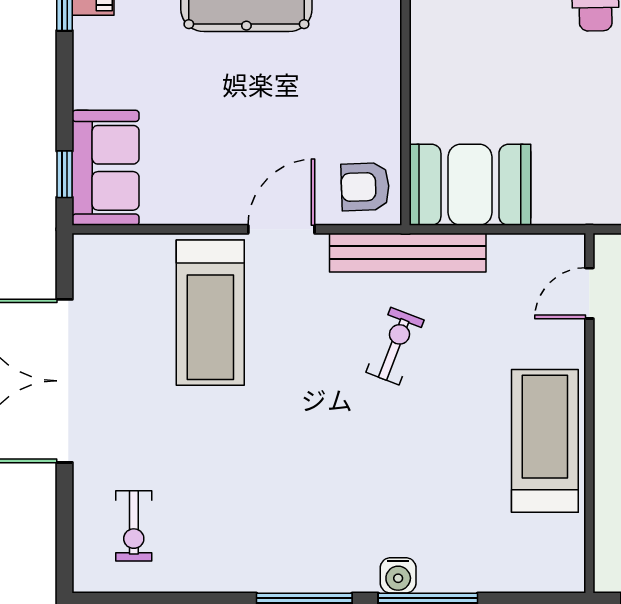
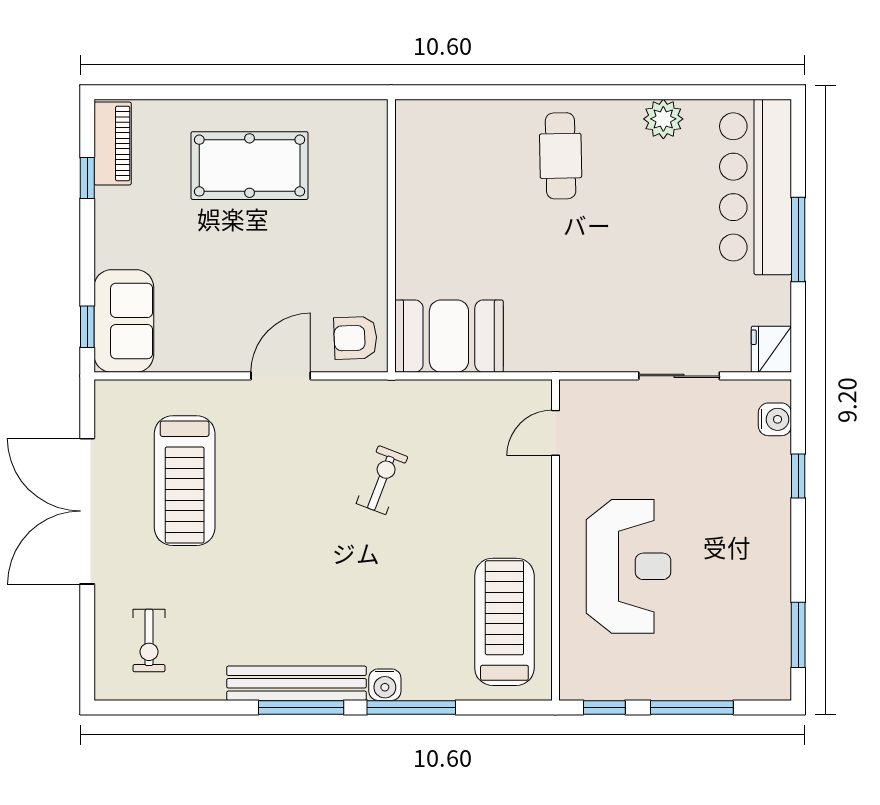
bench: (408, 253) -> (296, 683), moved
treadmill: (210, 313) -> (185, 481), moved
treadmill: (545, 441) -> (504, 622), moved

